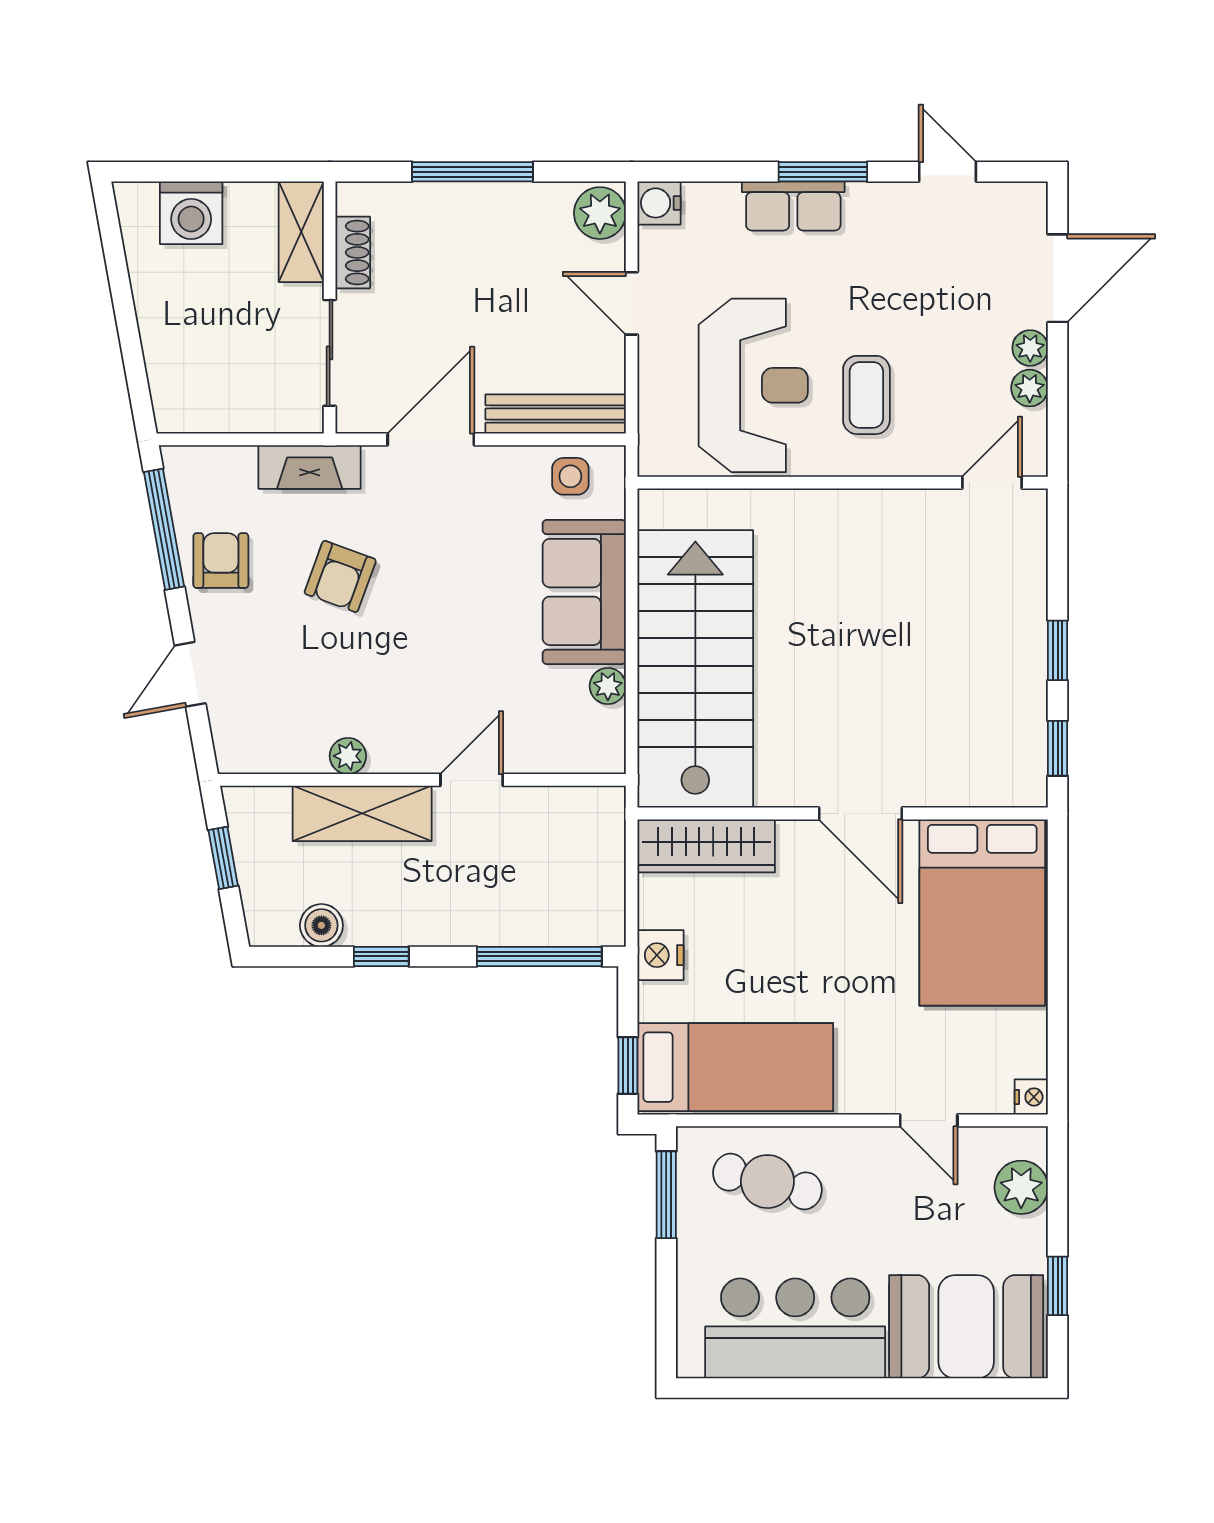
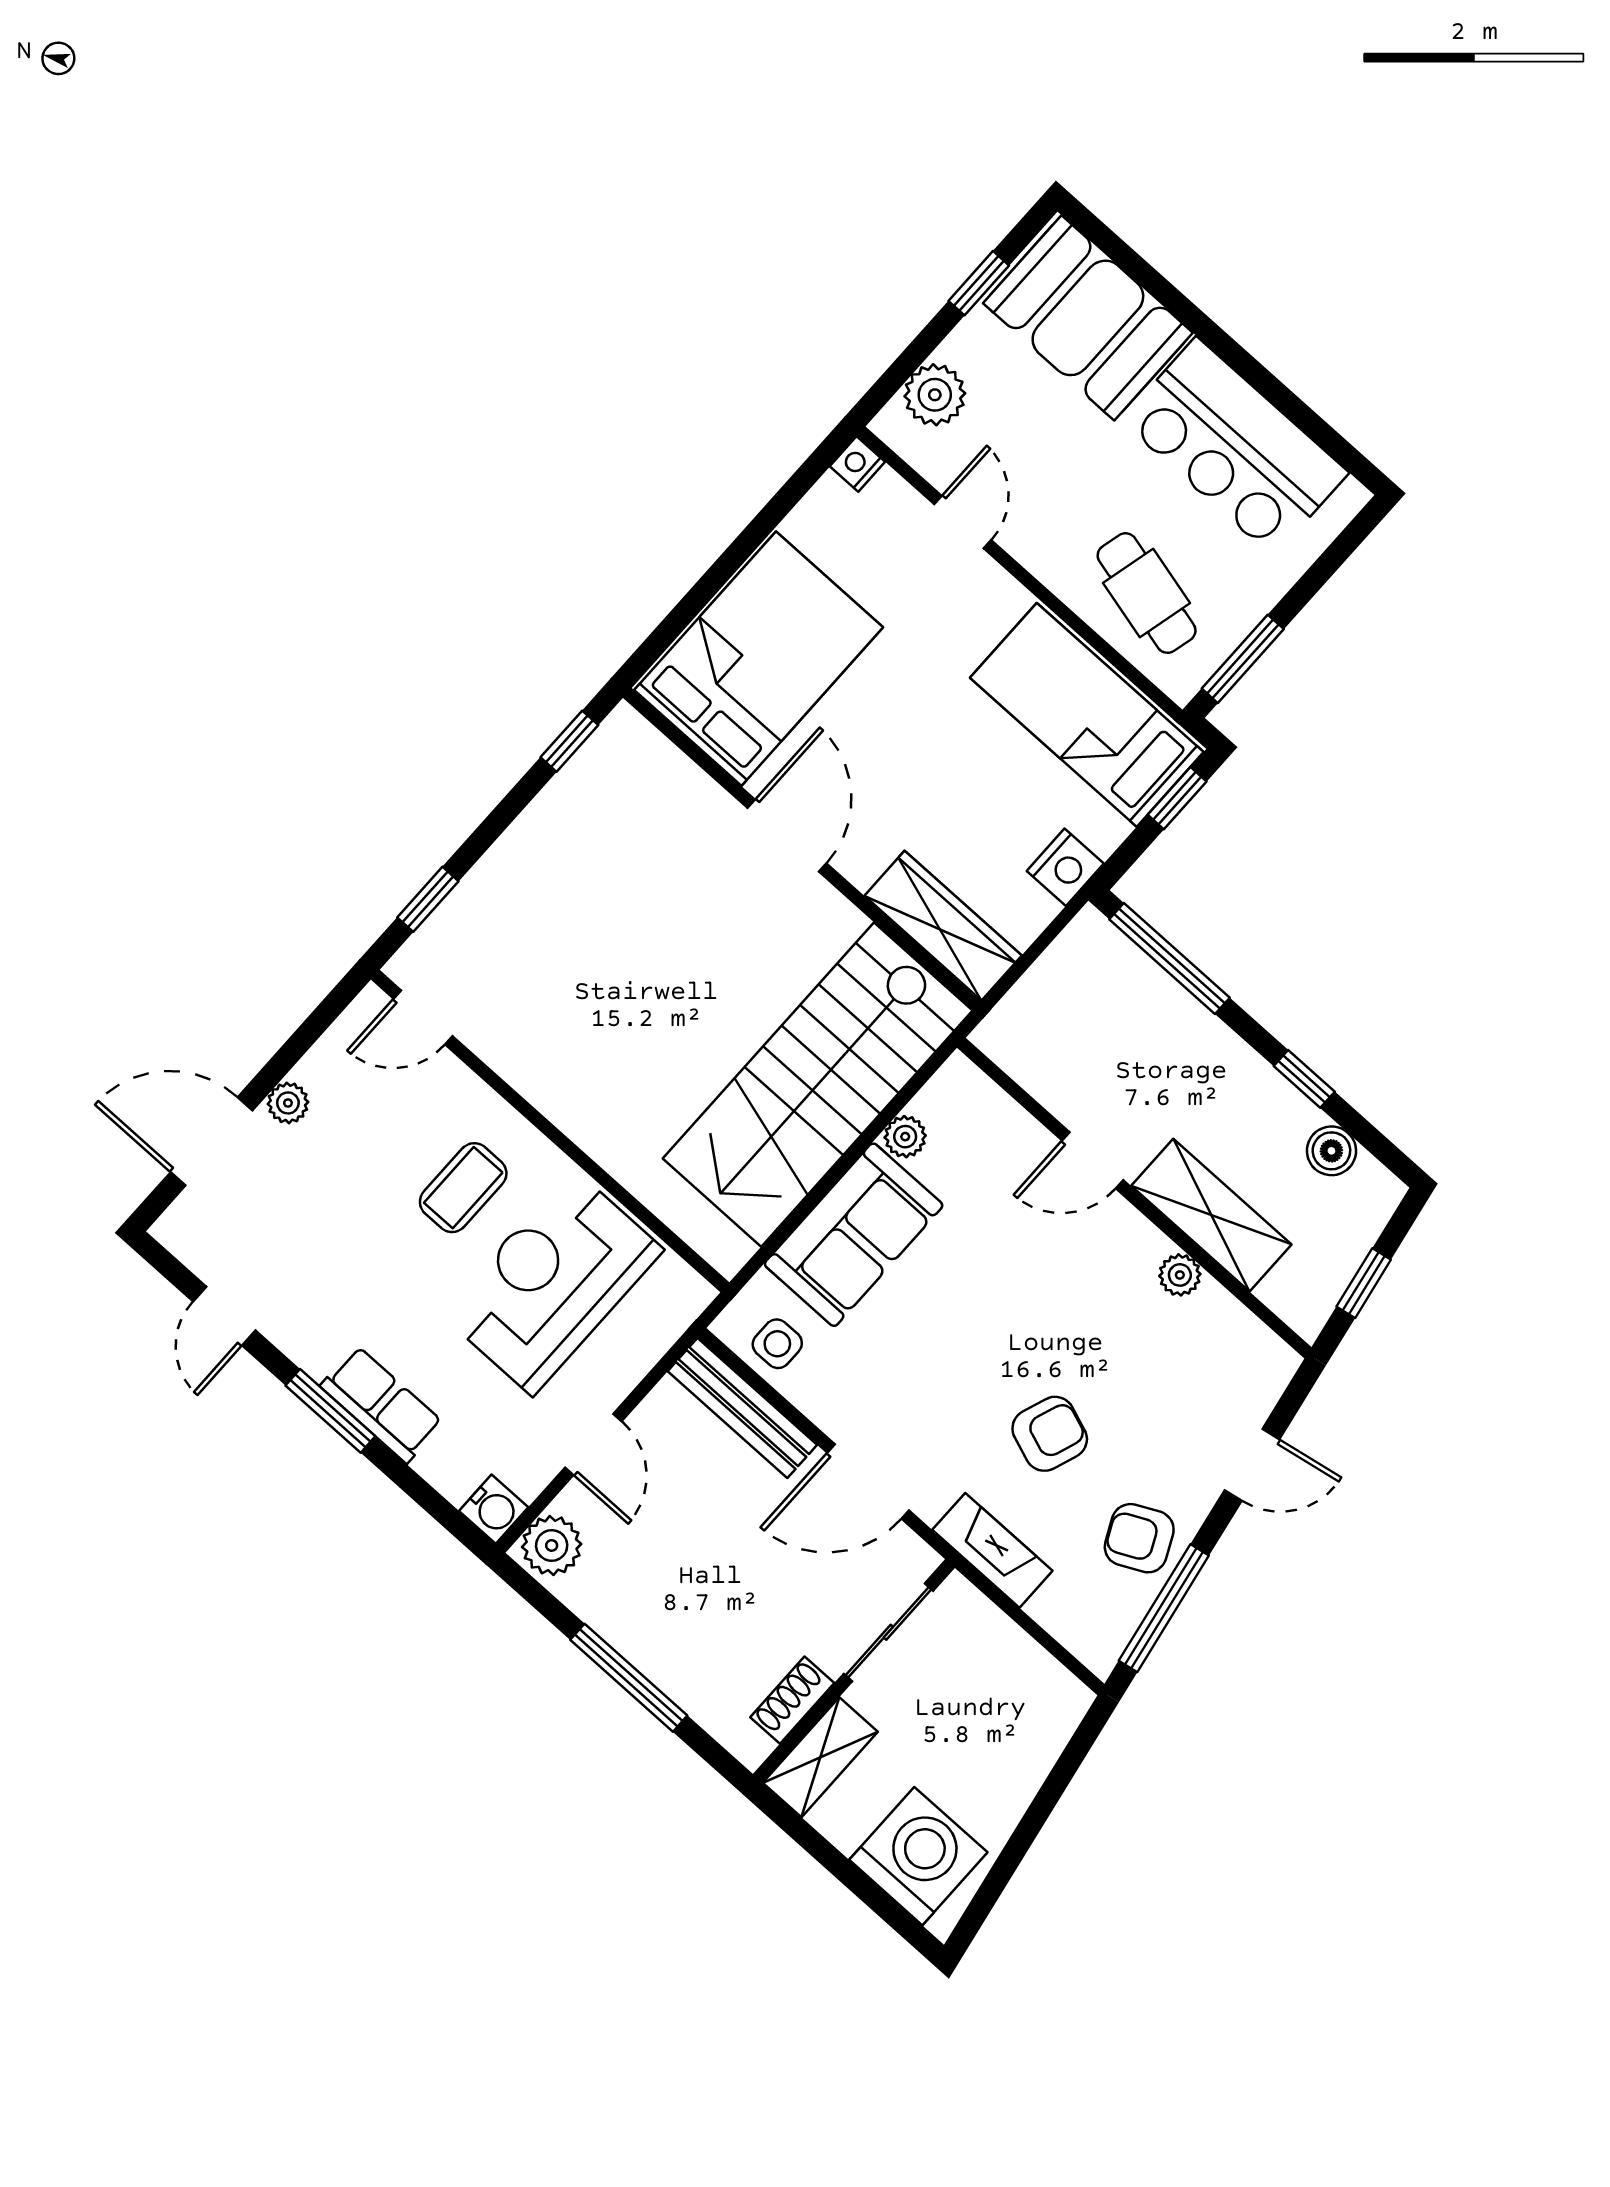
washing machine: (191, 213) -> (918, 1856), width x1.37, depth x1.37
plant: (1030, 388) -> (319, 1069), removed
armchair: (221, 561) -> (1139, 1538), turned 64
window: (1058, 650) -> (428, 899), moved

